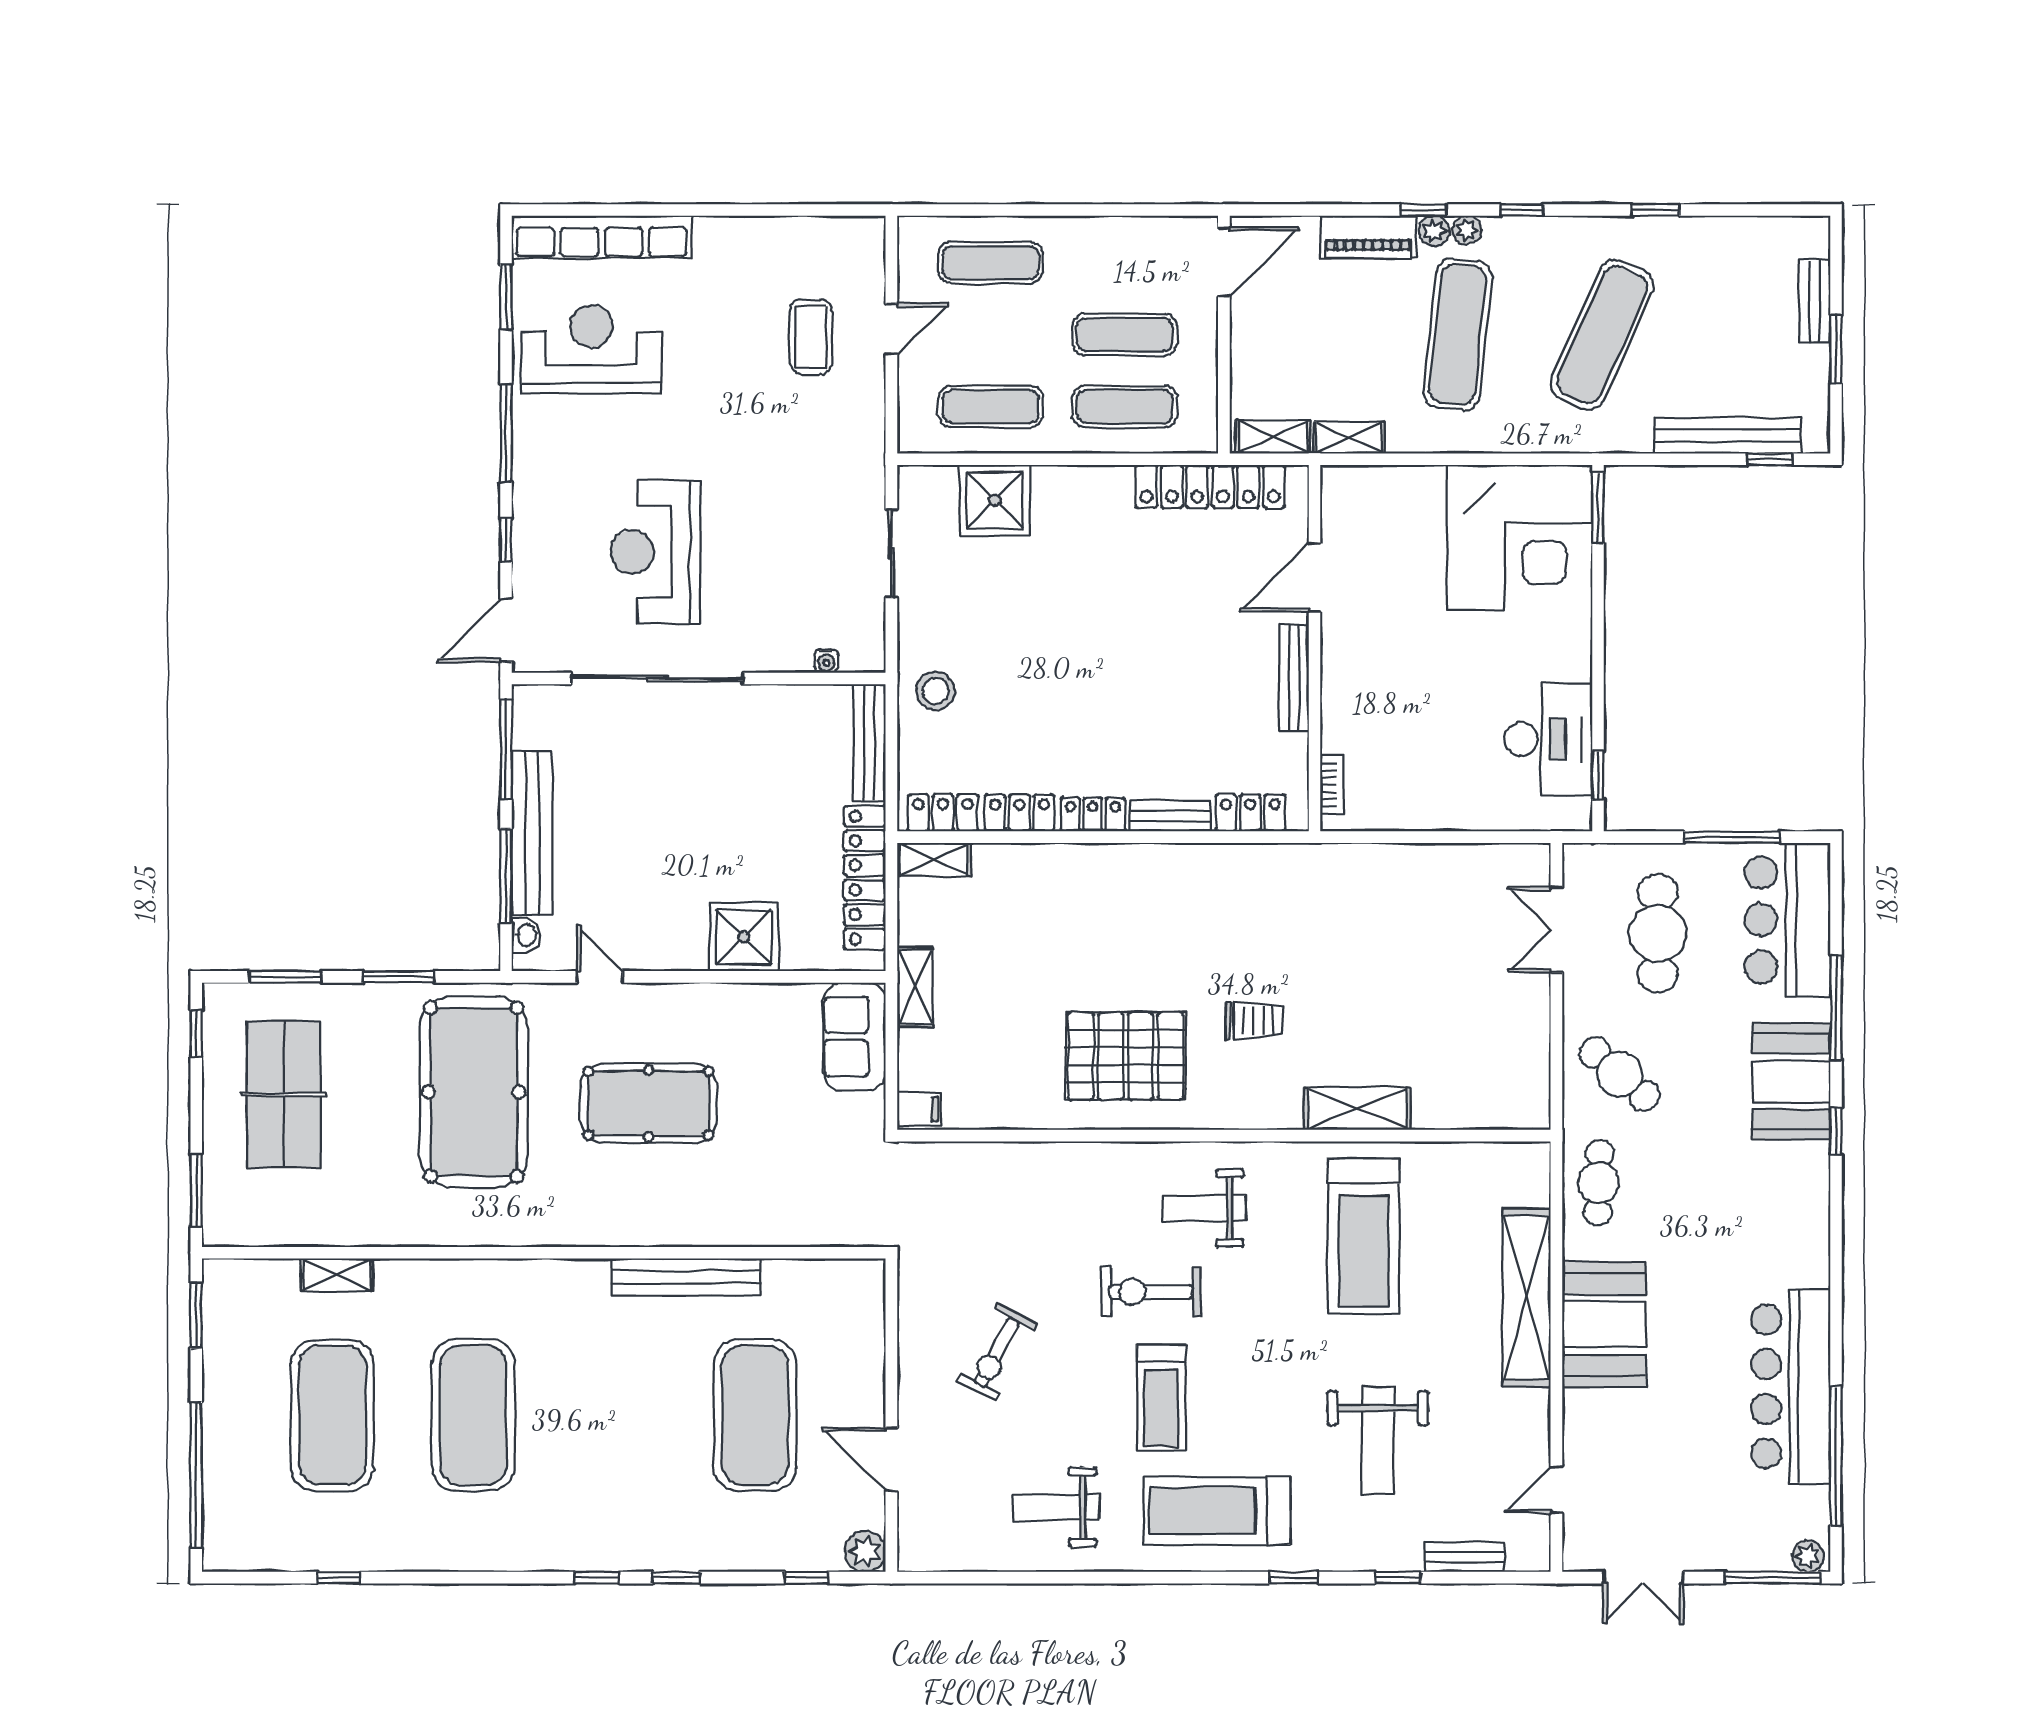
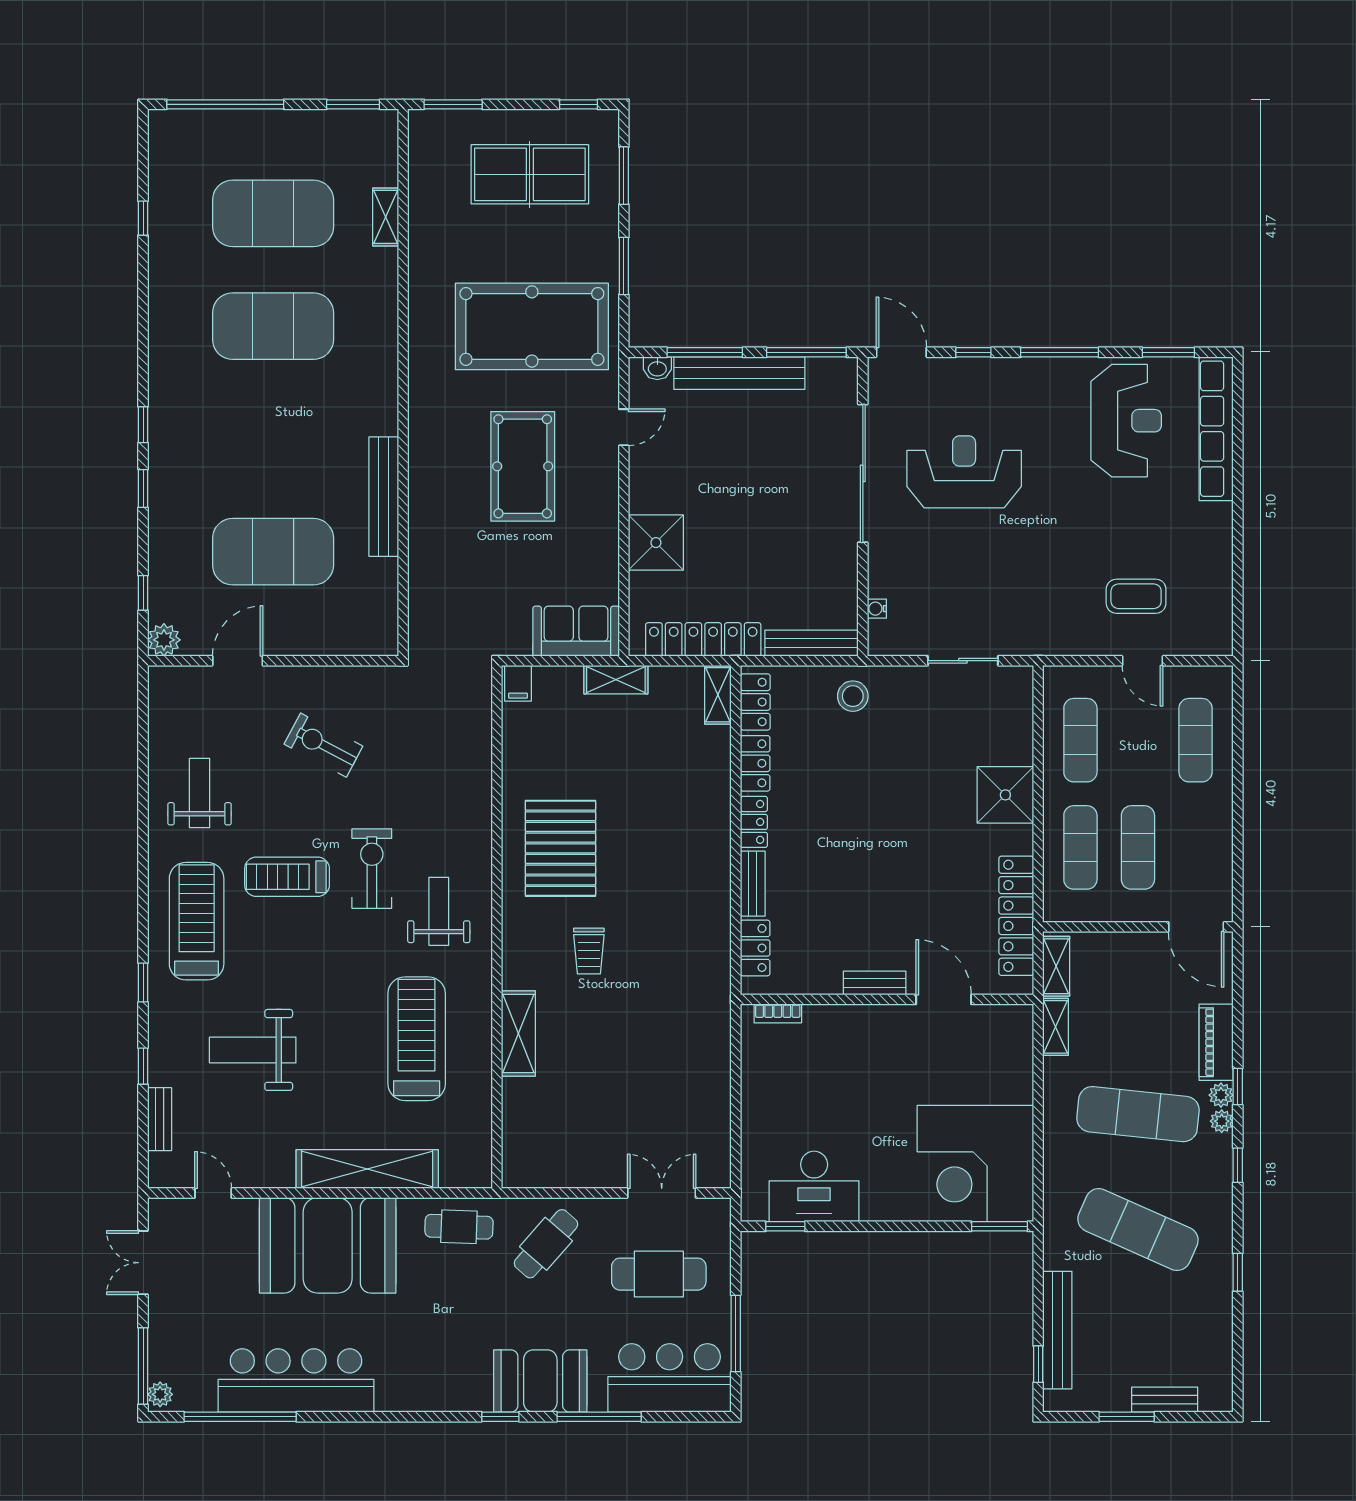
shower: (995, 500) -> (1005, 795), moved
bench: (1294, 678) -> (875, 983), width x0.73
treadmill: (1364, 1236) -> (417, 1039), turned 90
booth: (1604, 1324) -> (328, 1245), width x1.36, depth x1.42

